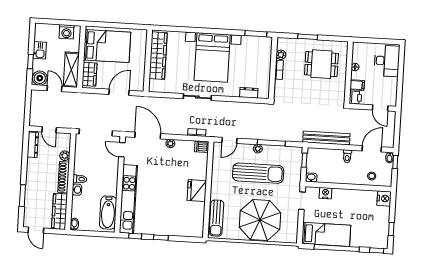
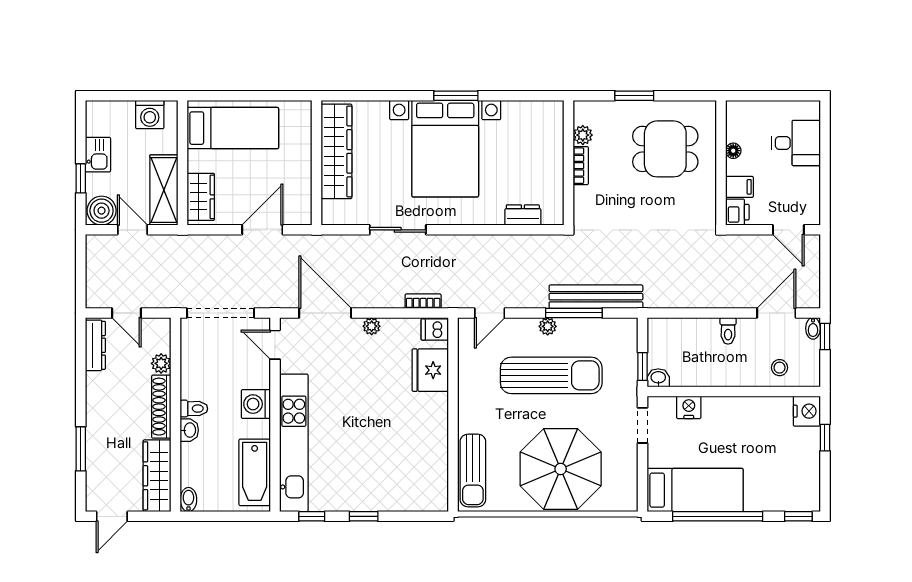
window: (256, 34) -> (456, 96), moved
bed: (107, 46) -> (233, 128), width x0.67
desk: (387, 61) -> (796, 143), width x0.73
sliding door: (197, 97) -> (398, 230), moved
bench: (326, 138) -> (596, 297), moved
window: (304, 160) -> (642, 367), moved
washing machine: (111, 179) -> (256, 404), added
fridge: (197, 191) -> (430, 370), moved
window: (391, 229) -> (825, 438), moved
door: (36, 230) -> (112, 516), hinge flipped

